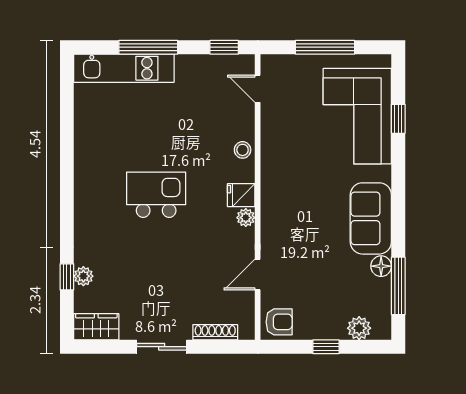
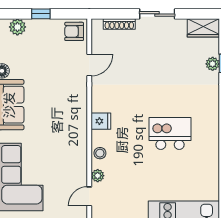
door: (258, 89) -> (89, 196), swing flipped
kitchen island: (156, 195) -> (170, 134), moved, turned 180
plant: (246, 218) -> (98, 176), moved

